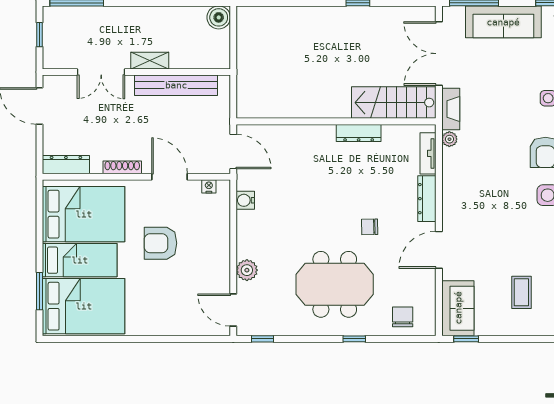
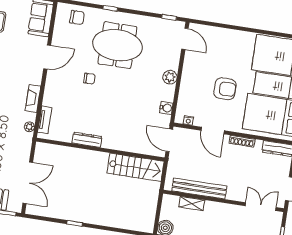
shelving: (150, 61) -> (192, 204), moved
double door: (101, 72) -> (261, 207), moved
stairs: (394, 103) -> (136, 167), moved
fireplace: (451, 109) -> (33, 99), moved
dresser: (427, 199) -> (50, 91), removed
plant: (247, 270) -> (170, 77), moved
chair: (403, 317) -> (77, 18), turned -90

